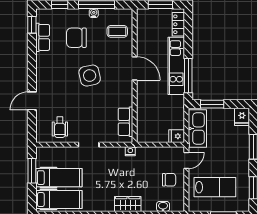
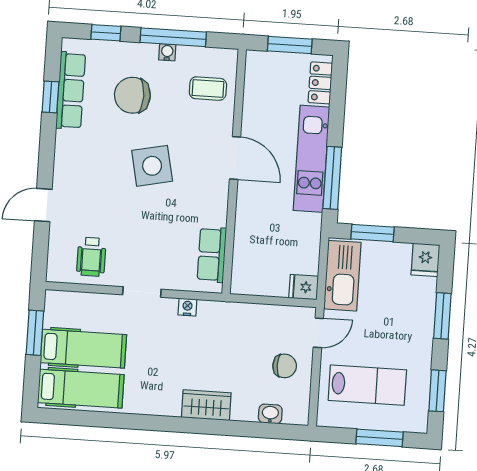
window: (32, 25) -> (50, 97), moved
row of seats: (43, 37) -> (71, 90), width x1.48
nightstand: (130, 151) -> (187, 307), moved

